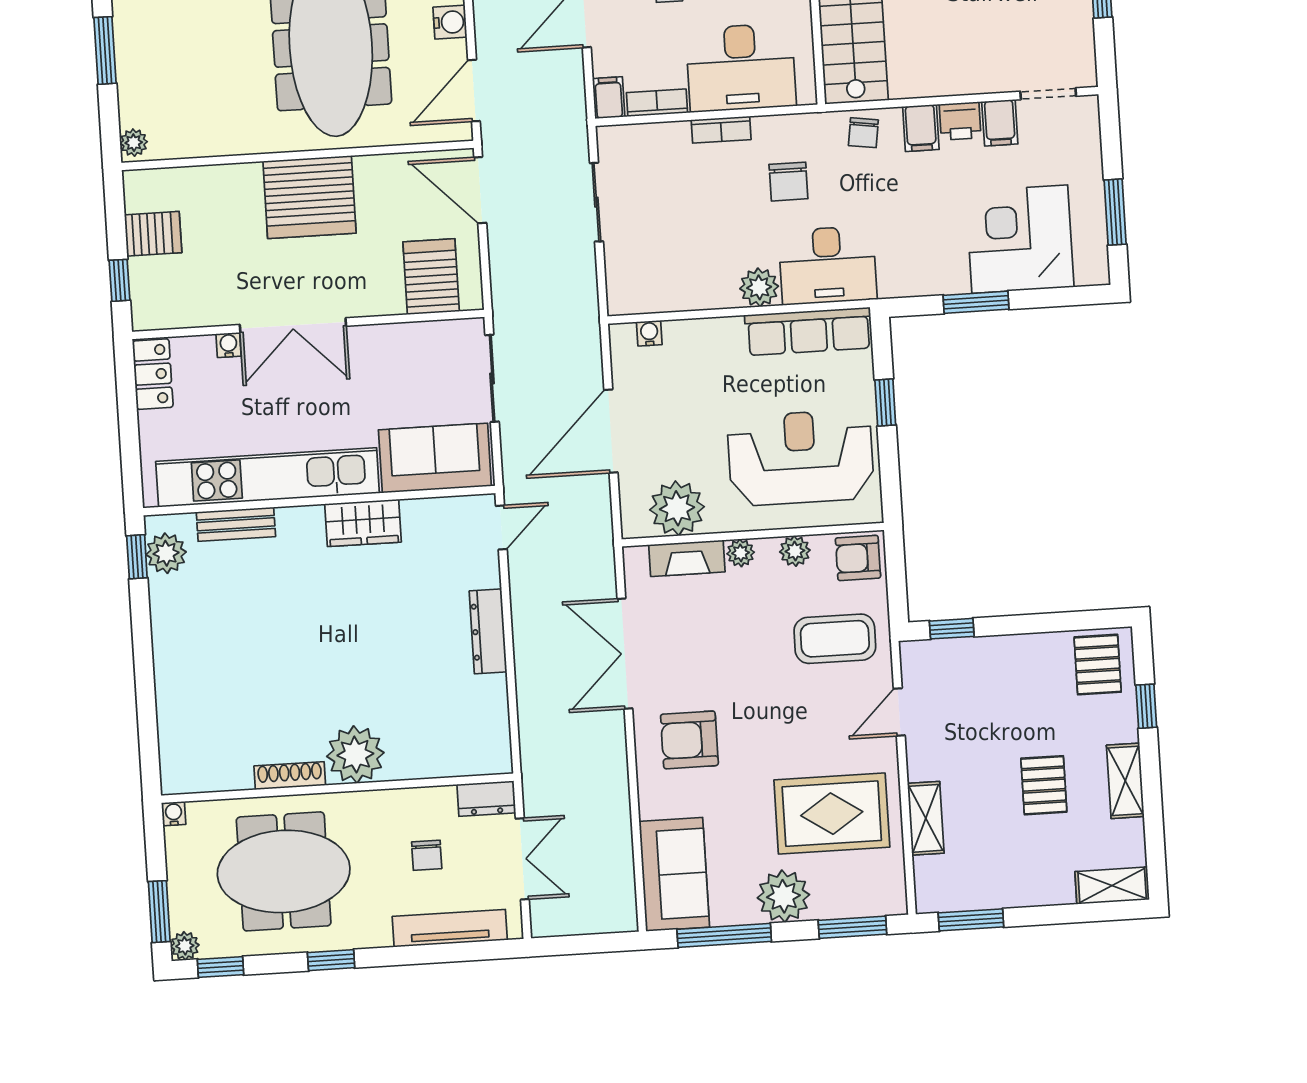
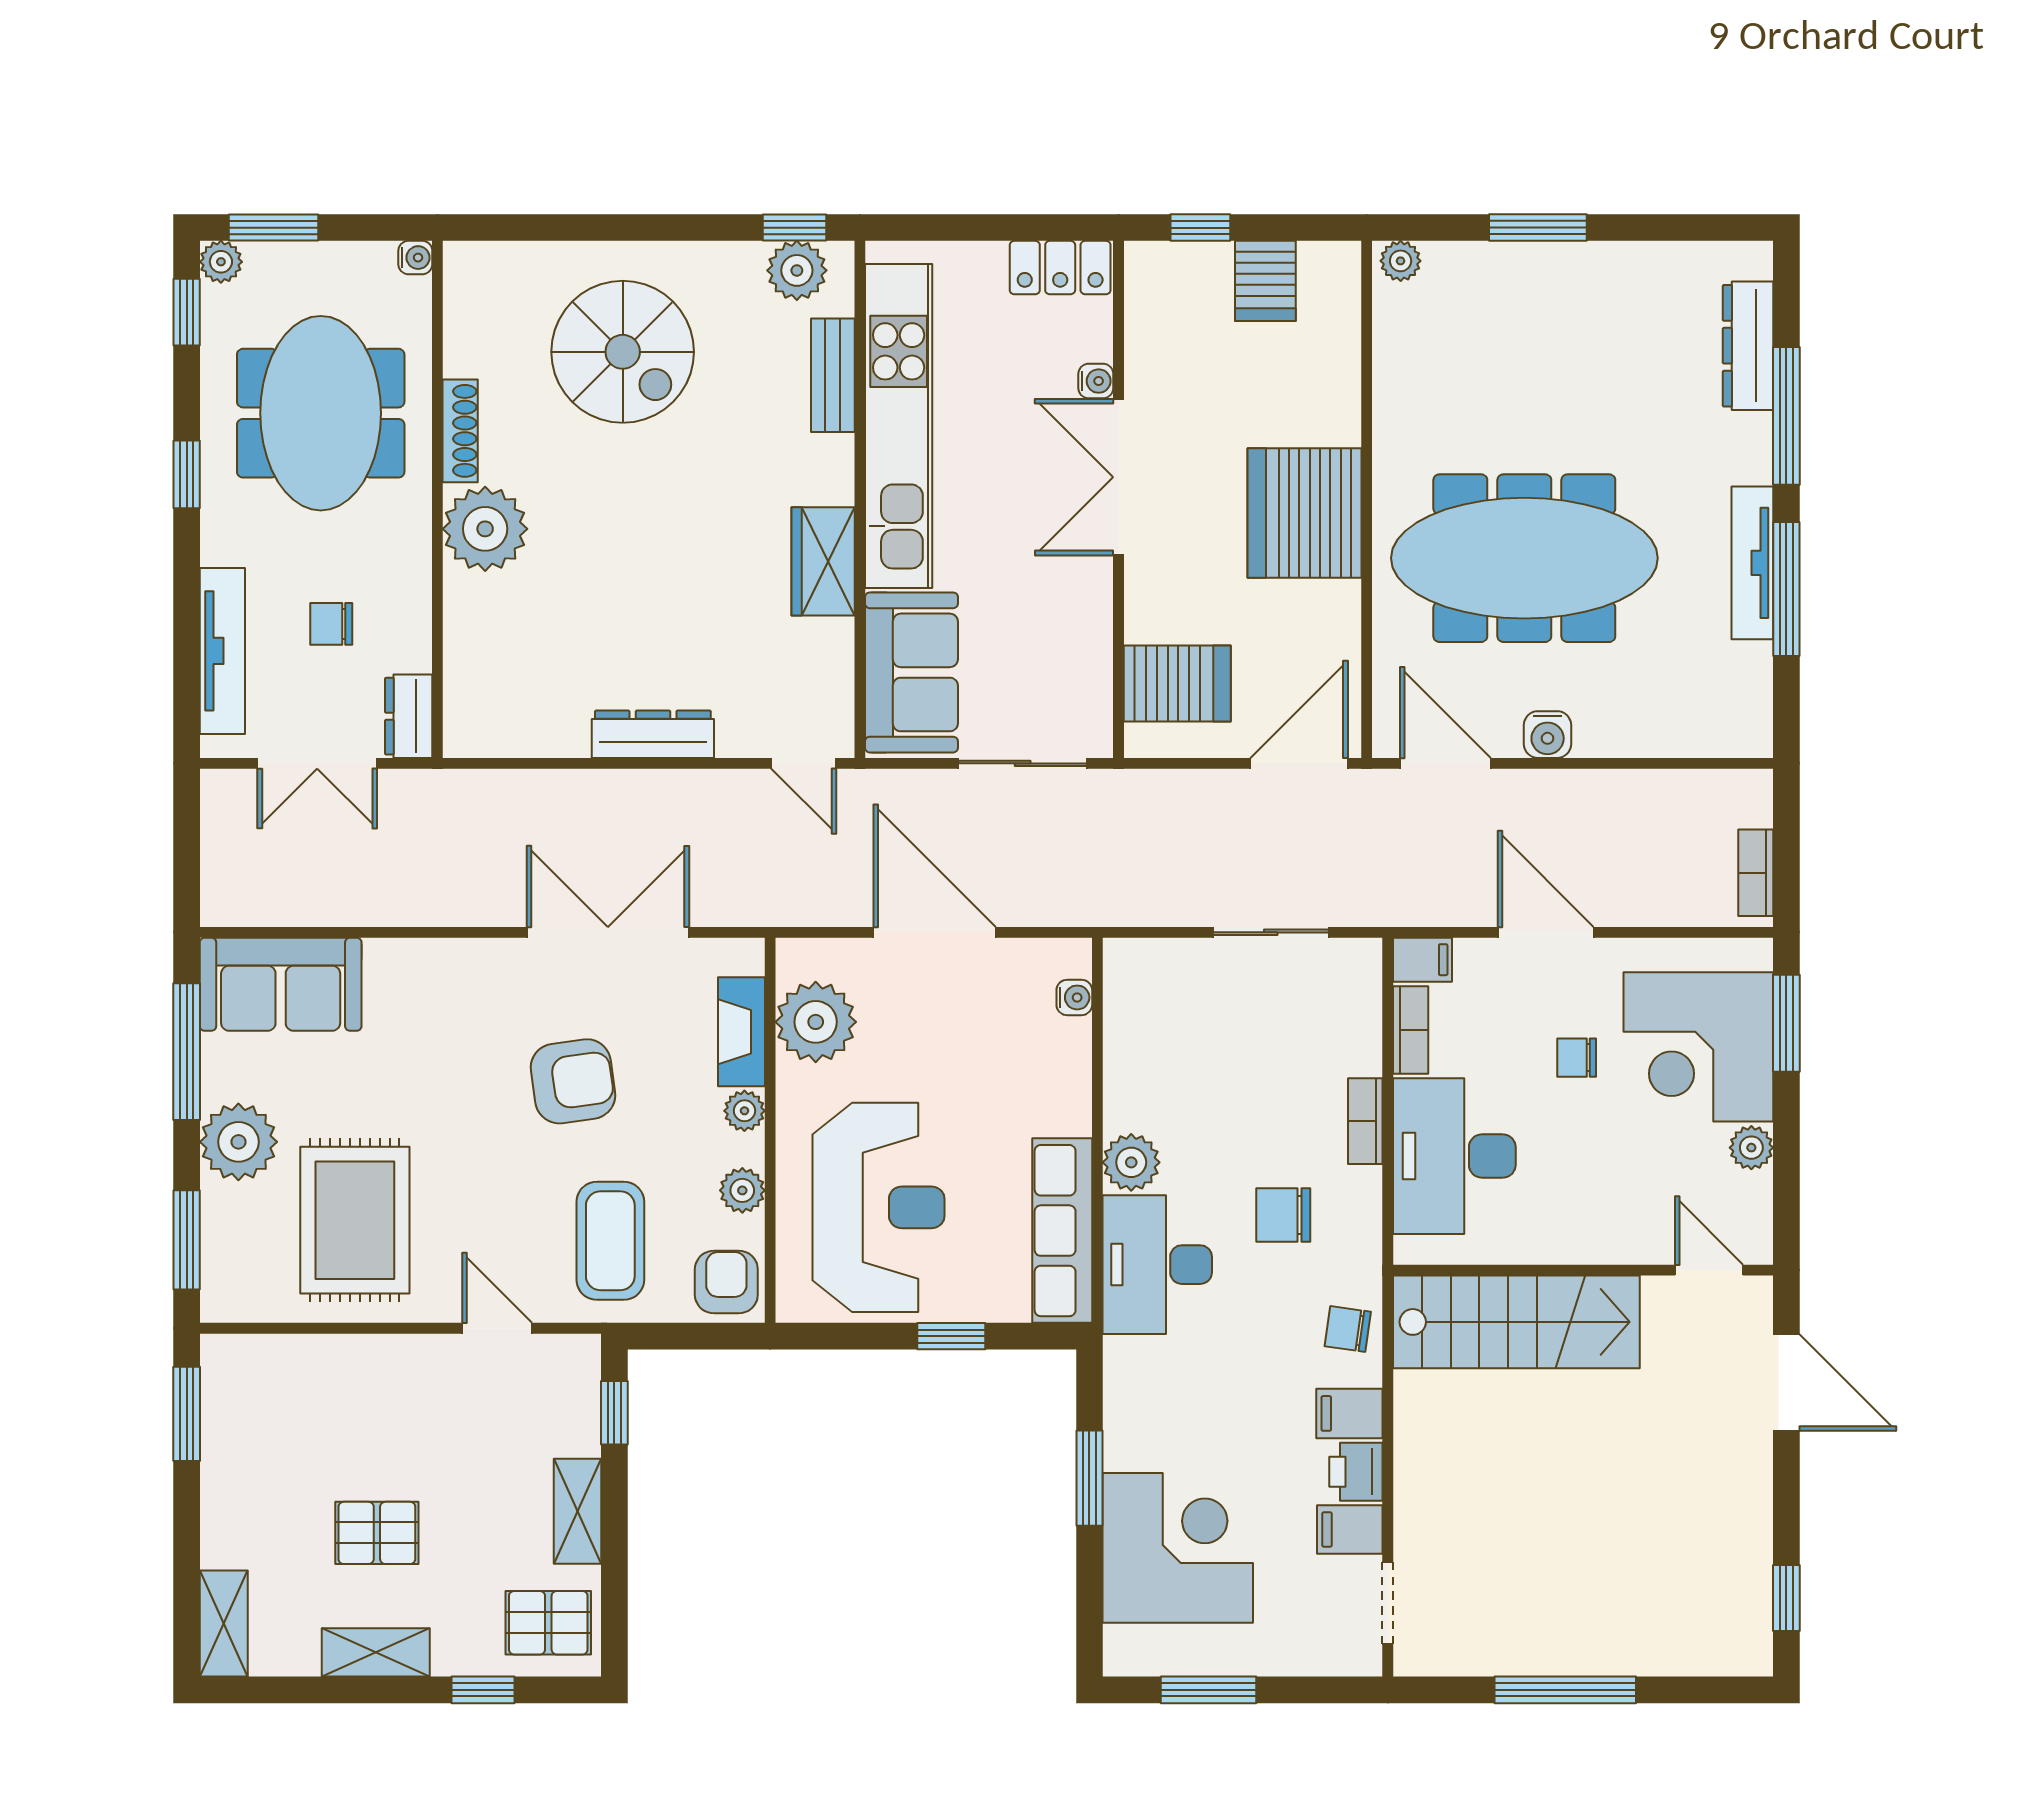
spiral stairs: (229, 668) -> (623, 352), added
armchair: (689, 740) -> (573, 1081), moved, turned 82
shelving: (926, 818) -> (577, 1511), moved, turned 90

